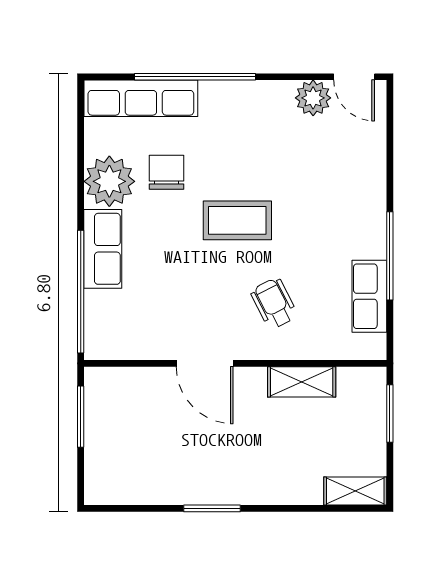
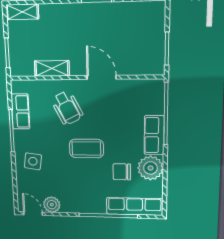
chair: (167, 172) -> (122, 172), turned 90
side table: (349, 192) -> (33, 161), added
wheelchair: (274, 303) -> (67, 108), width x1.36, depth x1.37

